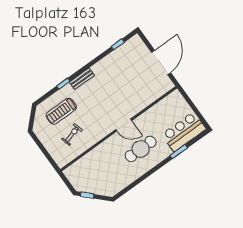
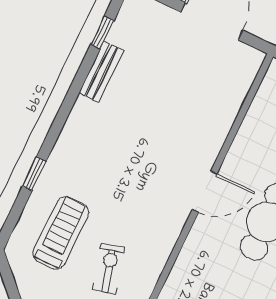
bench: (82, 79) -> (101, 72), moved
treadmill: (61, 111) -> (61, 233), turned 180

